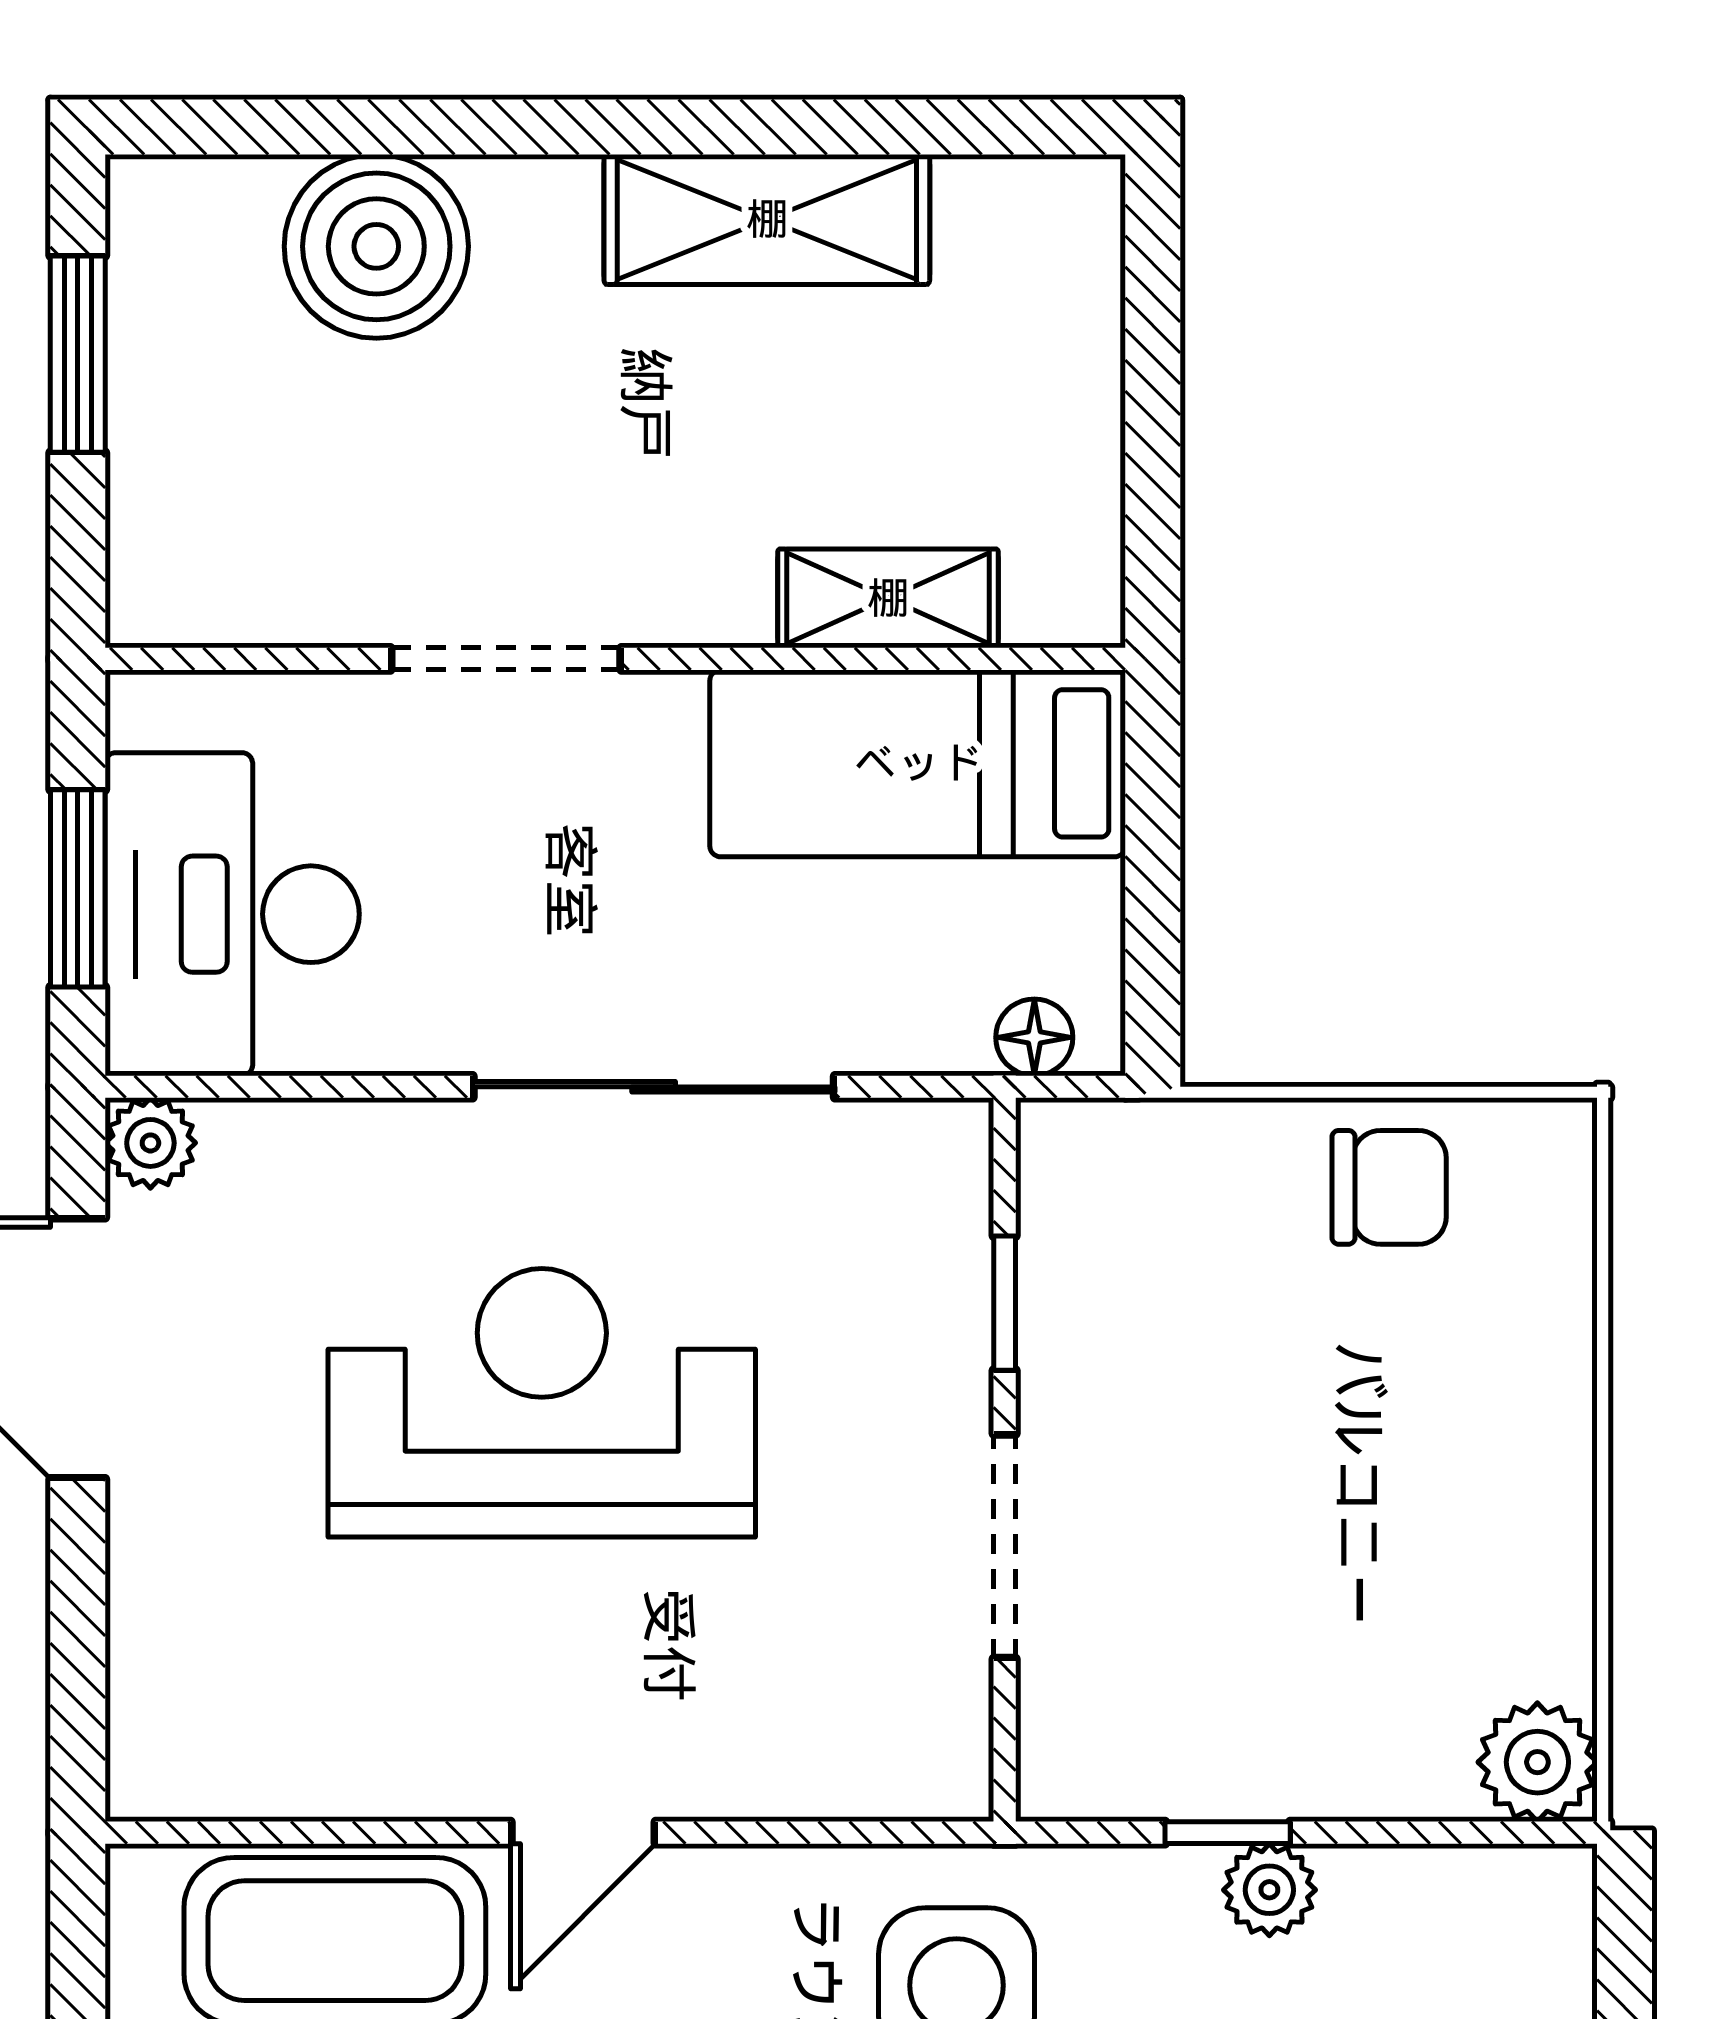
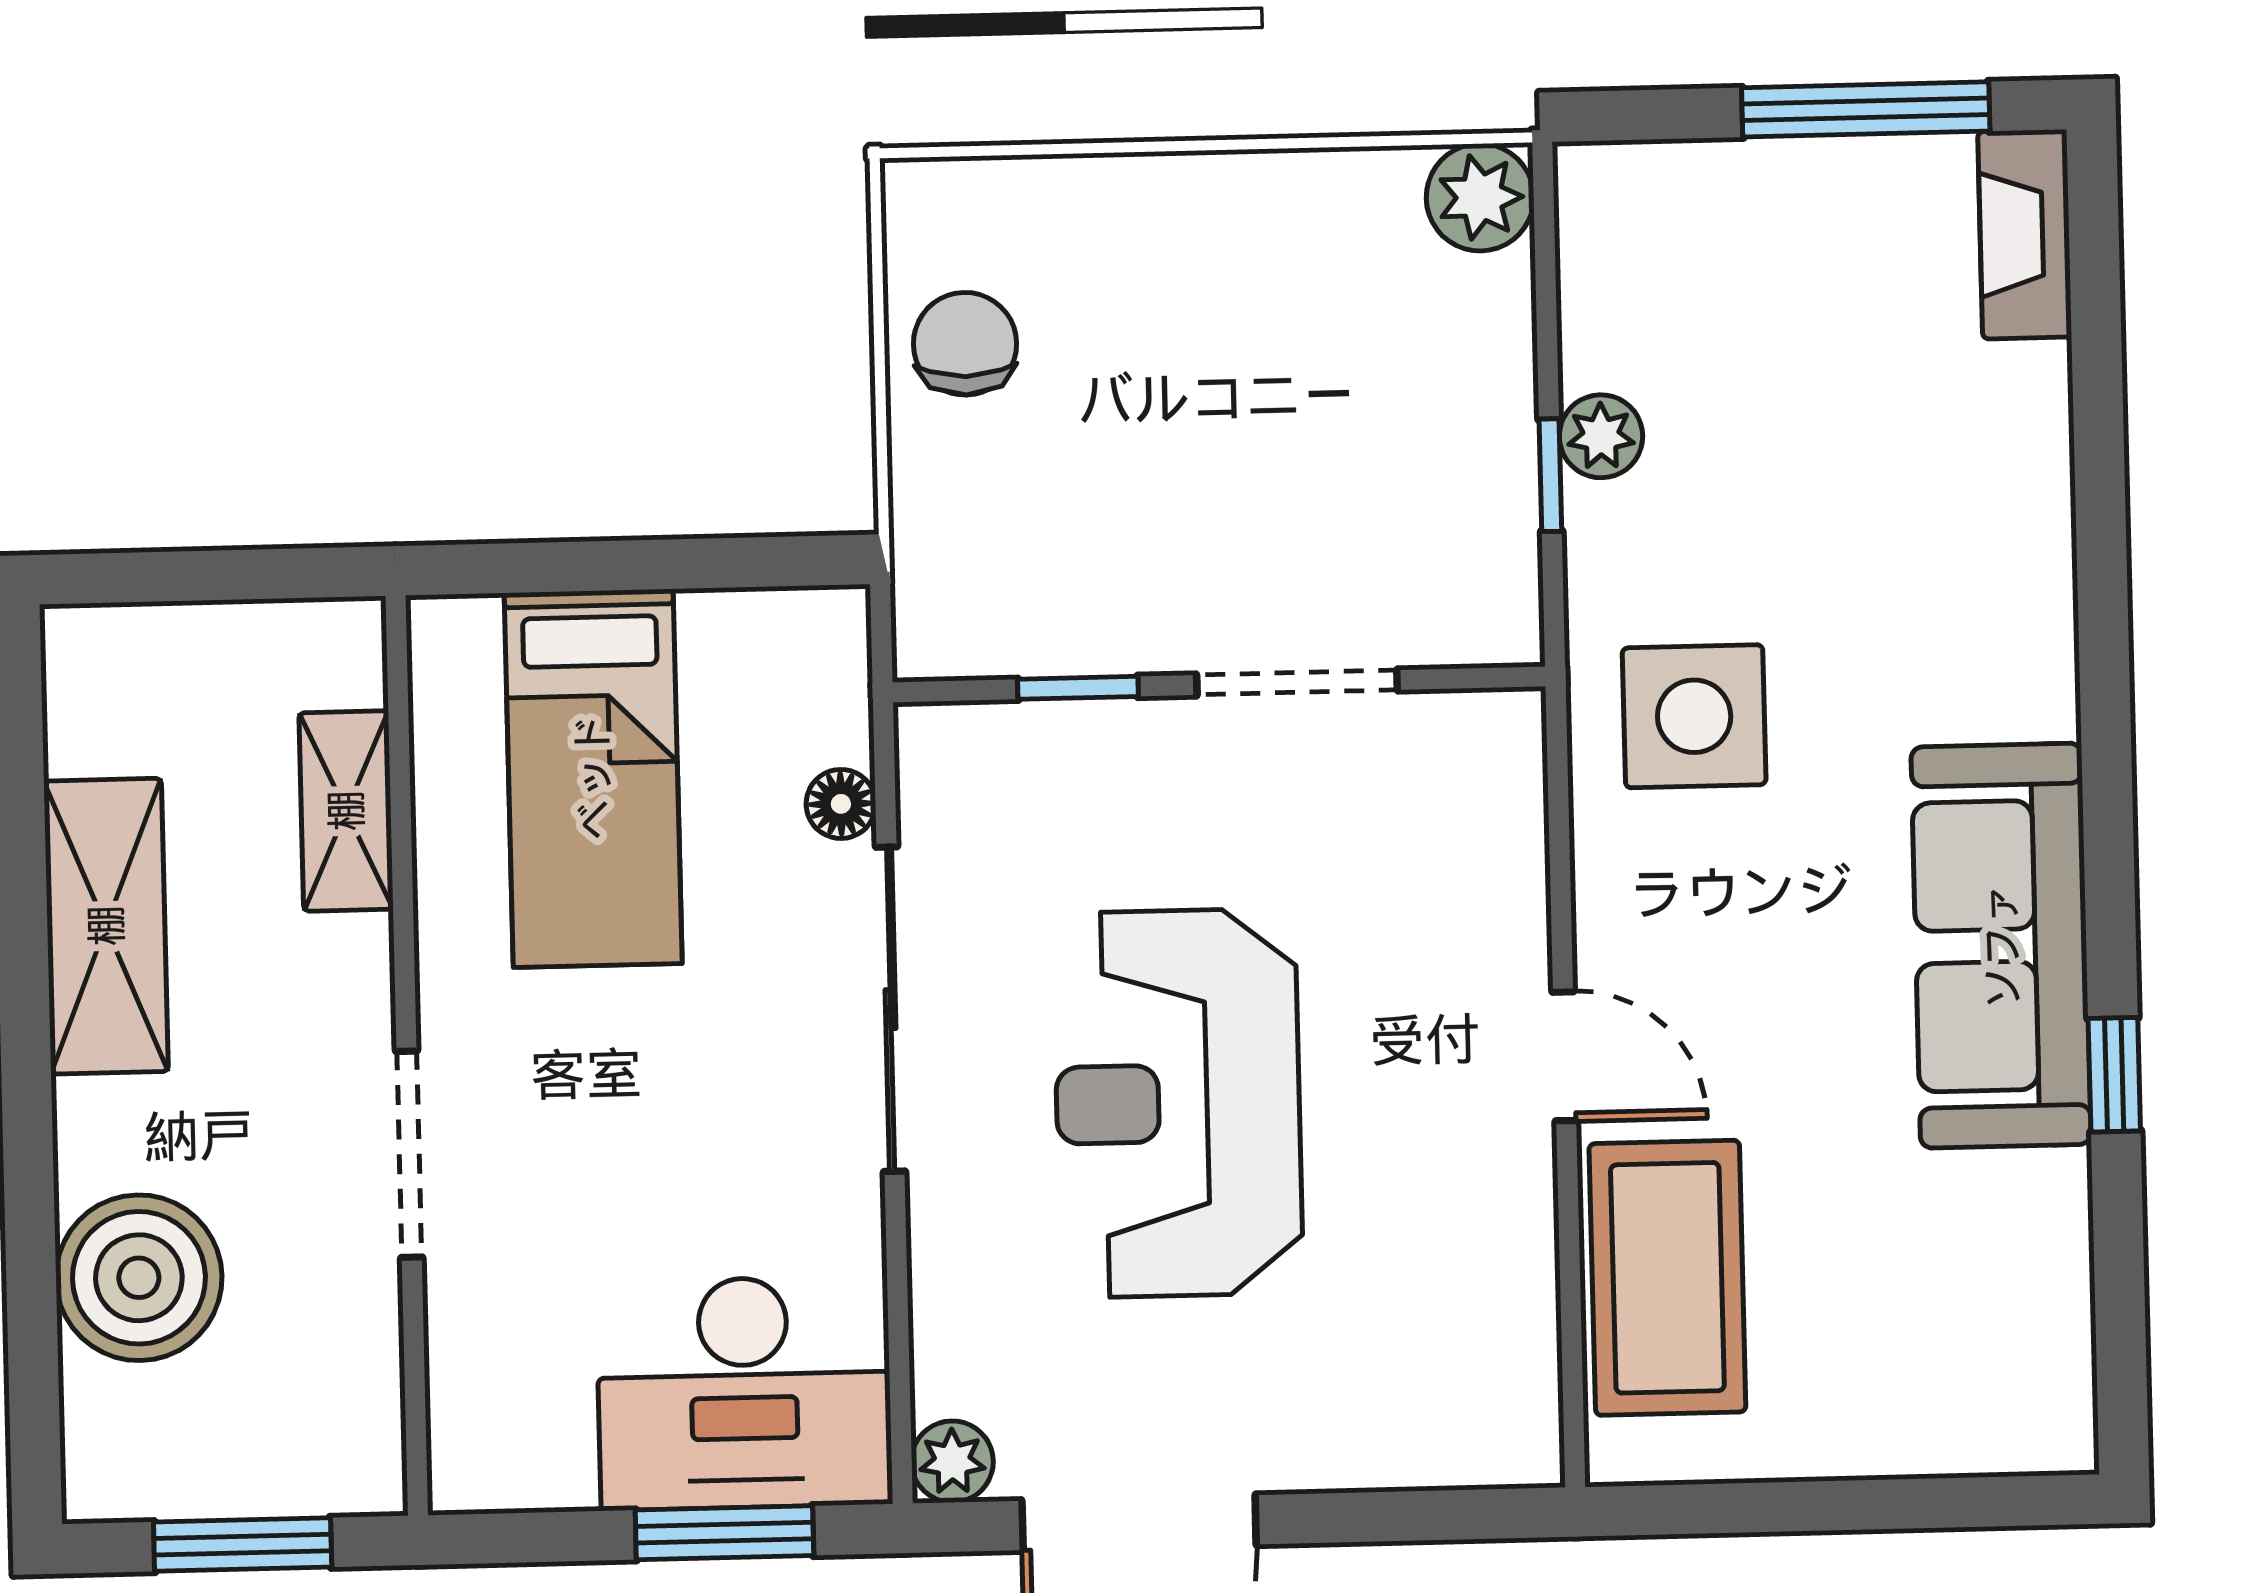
shelving: (888, 598) -> (346, 811), moved
doorway: (506, 659) -> (409, 1154), moved
wall: (615, 659) -> (407, 1056), moved
floor lamp: (1034, 1037) -> (841, 804), moved

